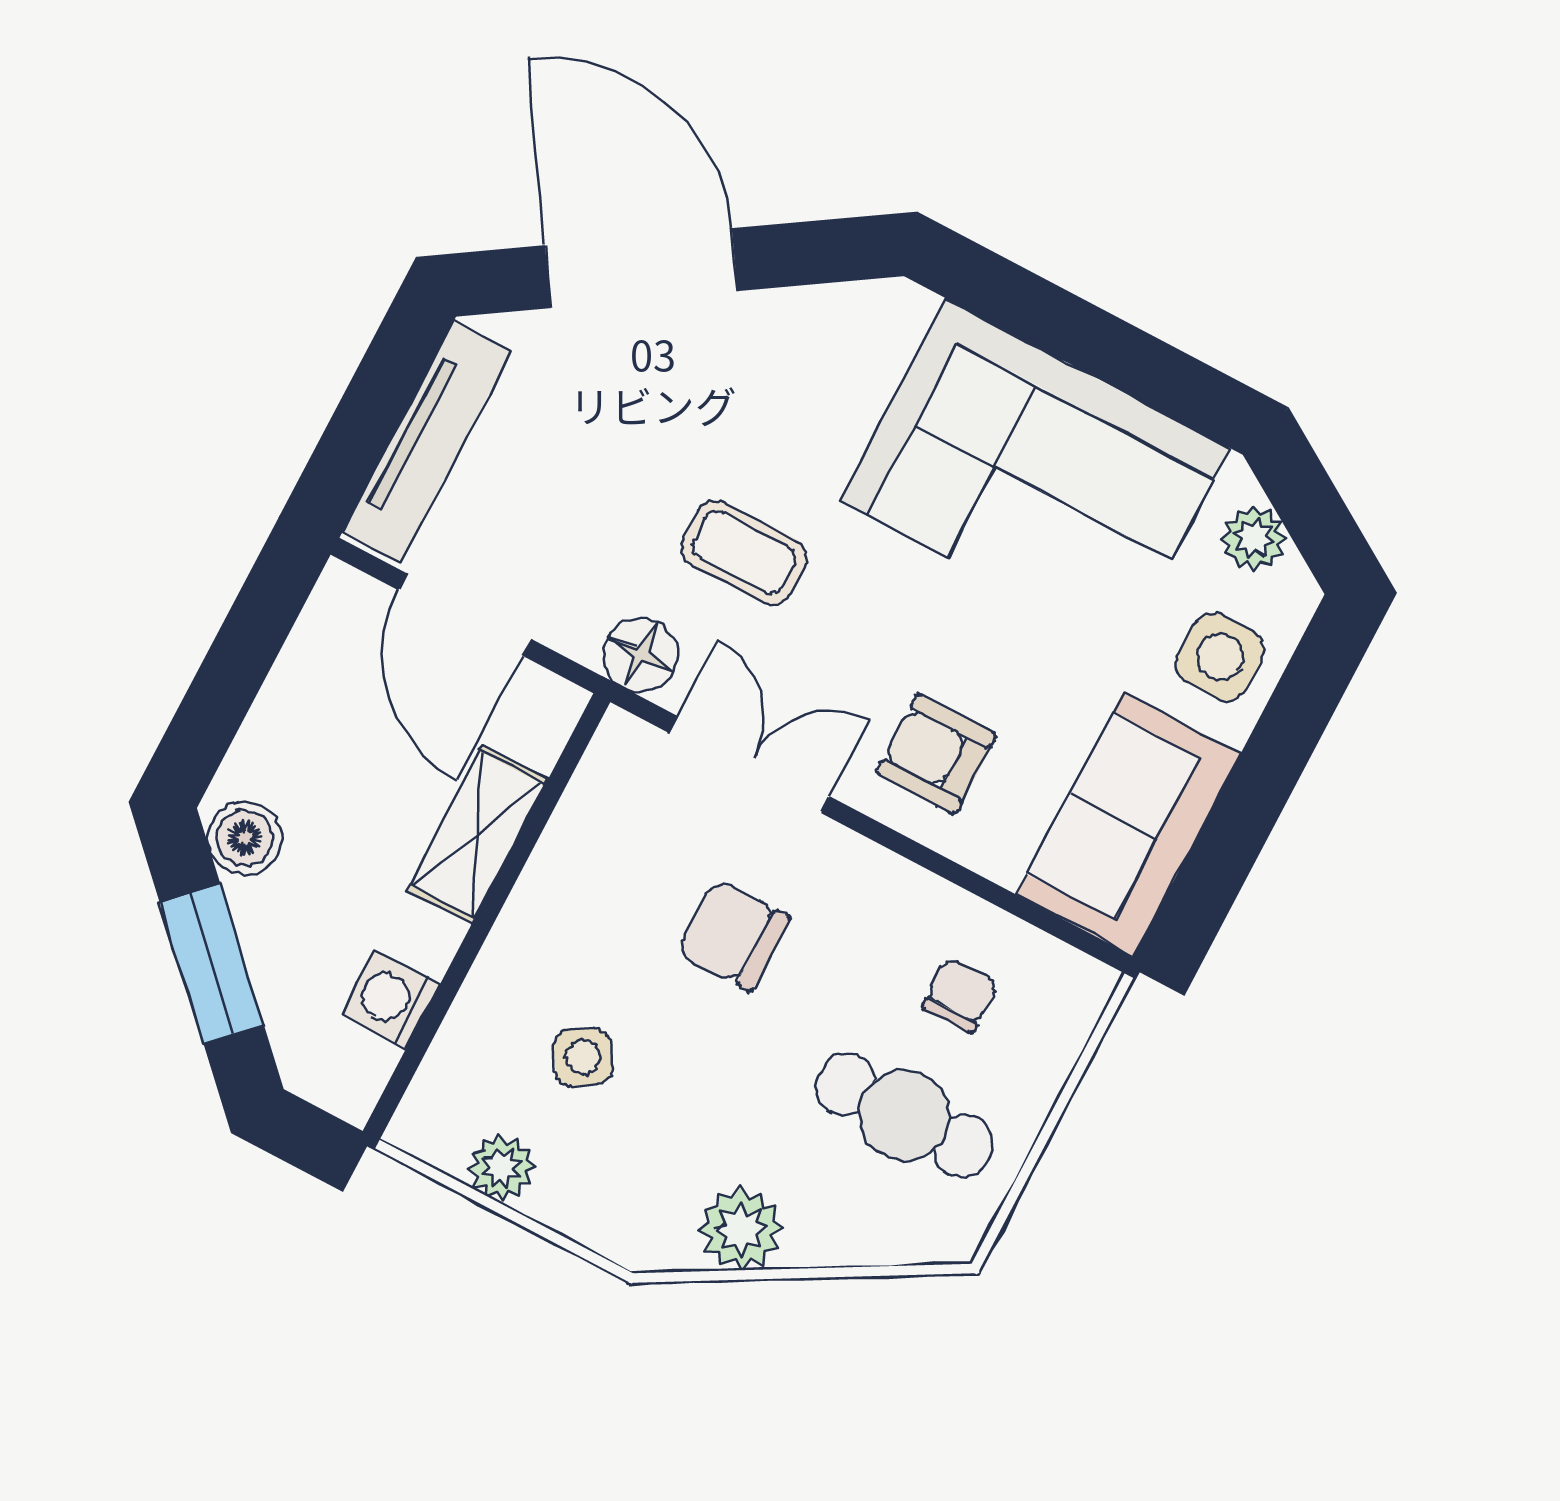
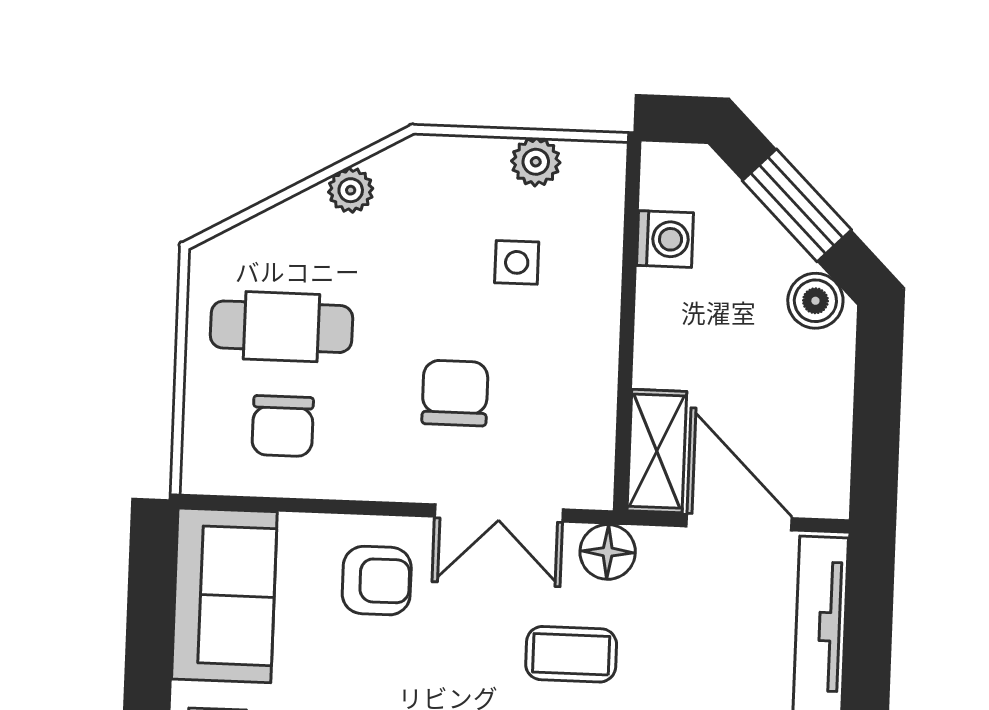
shelving: (477, 835) -> (657, 451), moved
chair: (733, 935) -> (455, 393), turned -90
chair: (960, 995) -> (283, 426), width x1.37, depth x1.37
side table: (583, 1057) -> (517, 262), turned 32
plant: (741, 1229) -> (351, 190), width x0.73, depth x0.73

